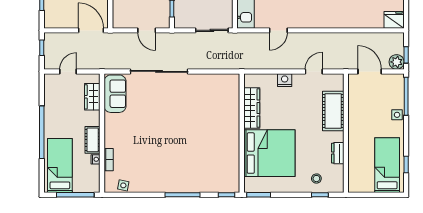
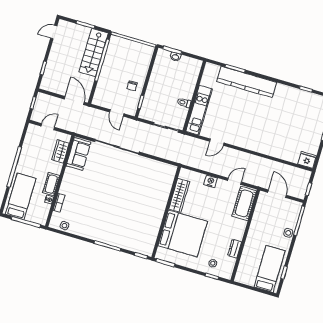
plant: (397, 62) -> (300, 193), removed
cot: (333, 111) -> (244, 203), moved

